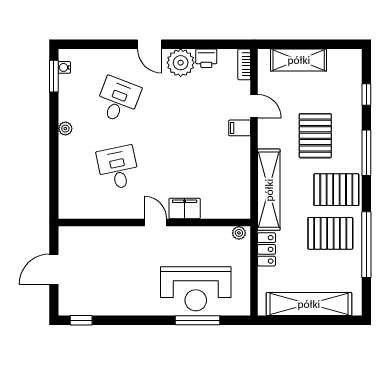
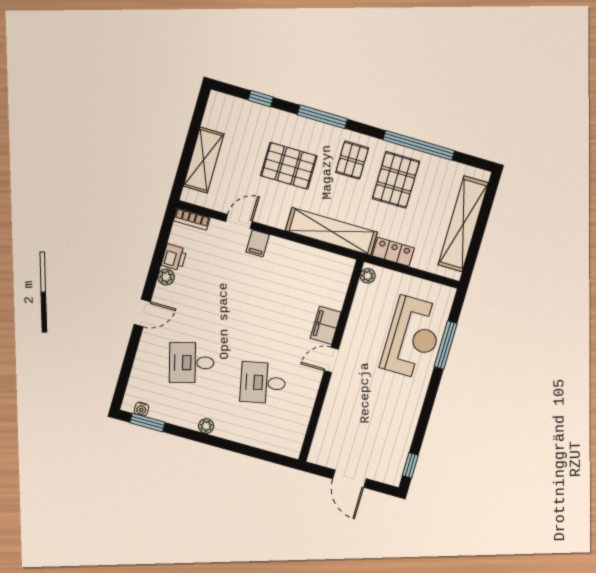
plant: (181, 63) -> (166, 277), width x0.53, depth x0.53
desk: (118, 100) -> (192, 363), turned -36
pallet: (336, 190) -> (352, 160), width x0.67, depth x0.71

